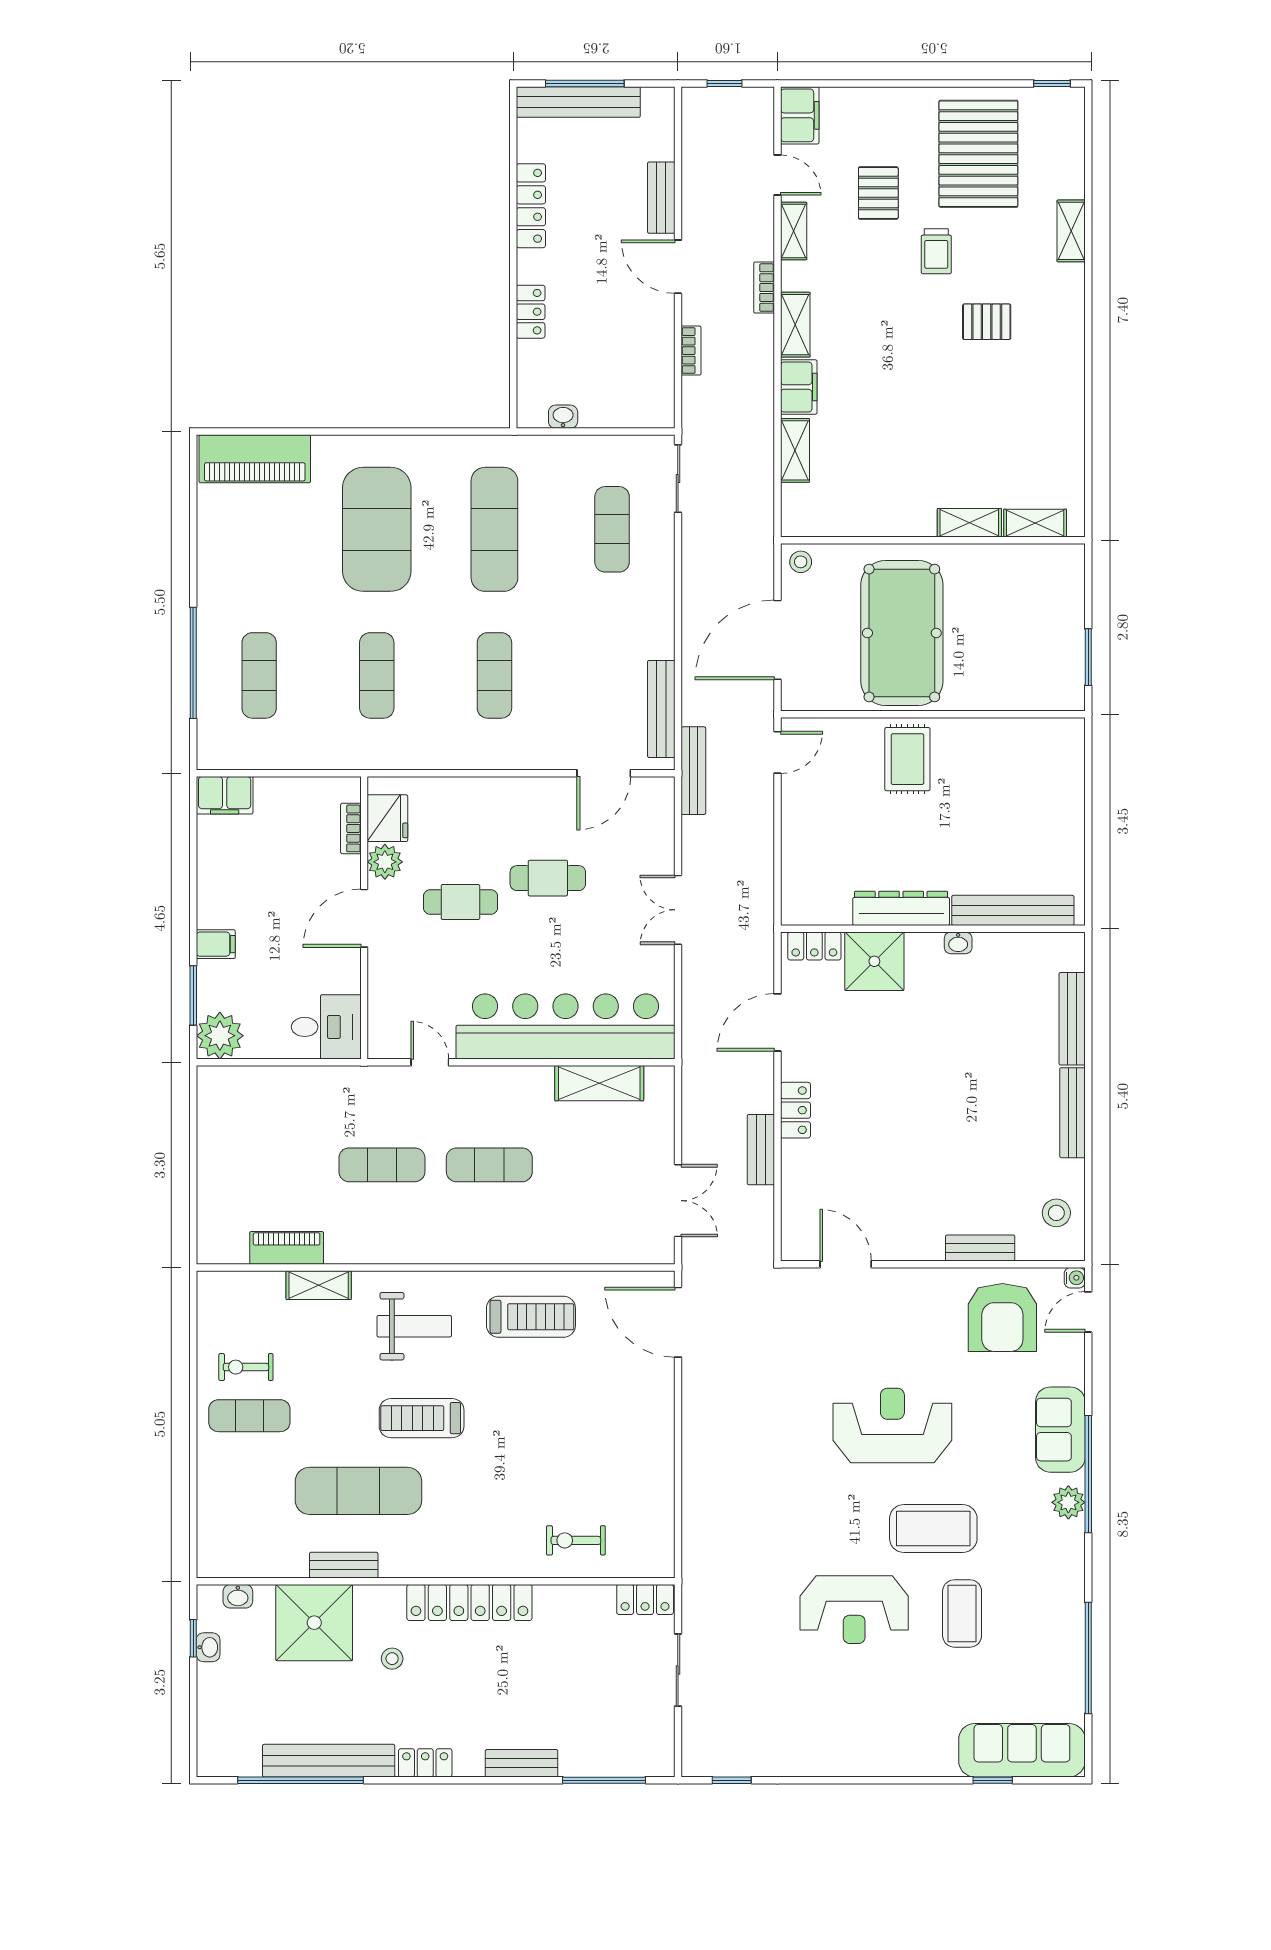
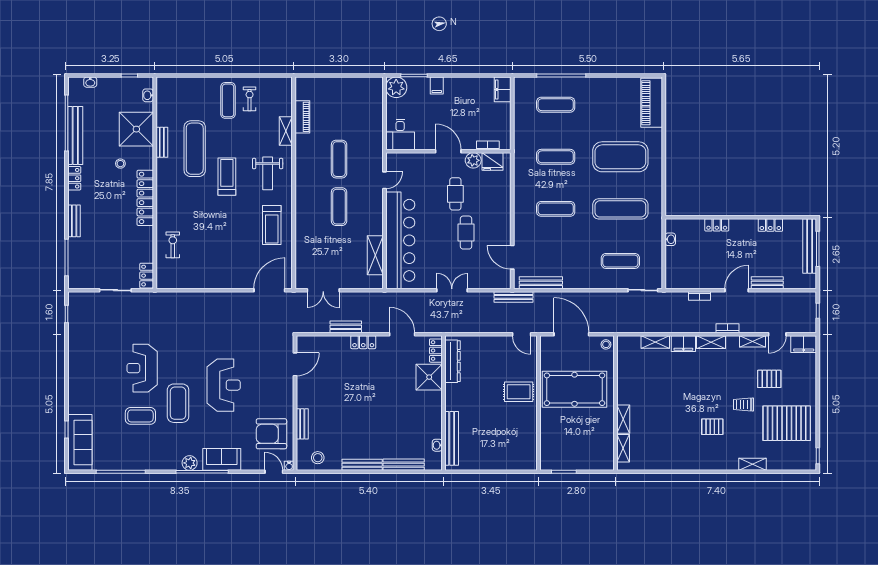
locker: (531, 206) -> (770, 225), width x0.66
pallet: (987, 322) -> (712, 427), turned 90
dresser: (901, 908) -> (453, 361), moved
washbasin: (958, 943) -> (437, 445), moved
washbasin: (208, 1647) -> (90, 82), moved

